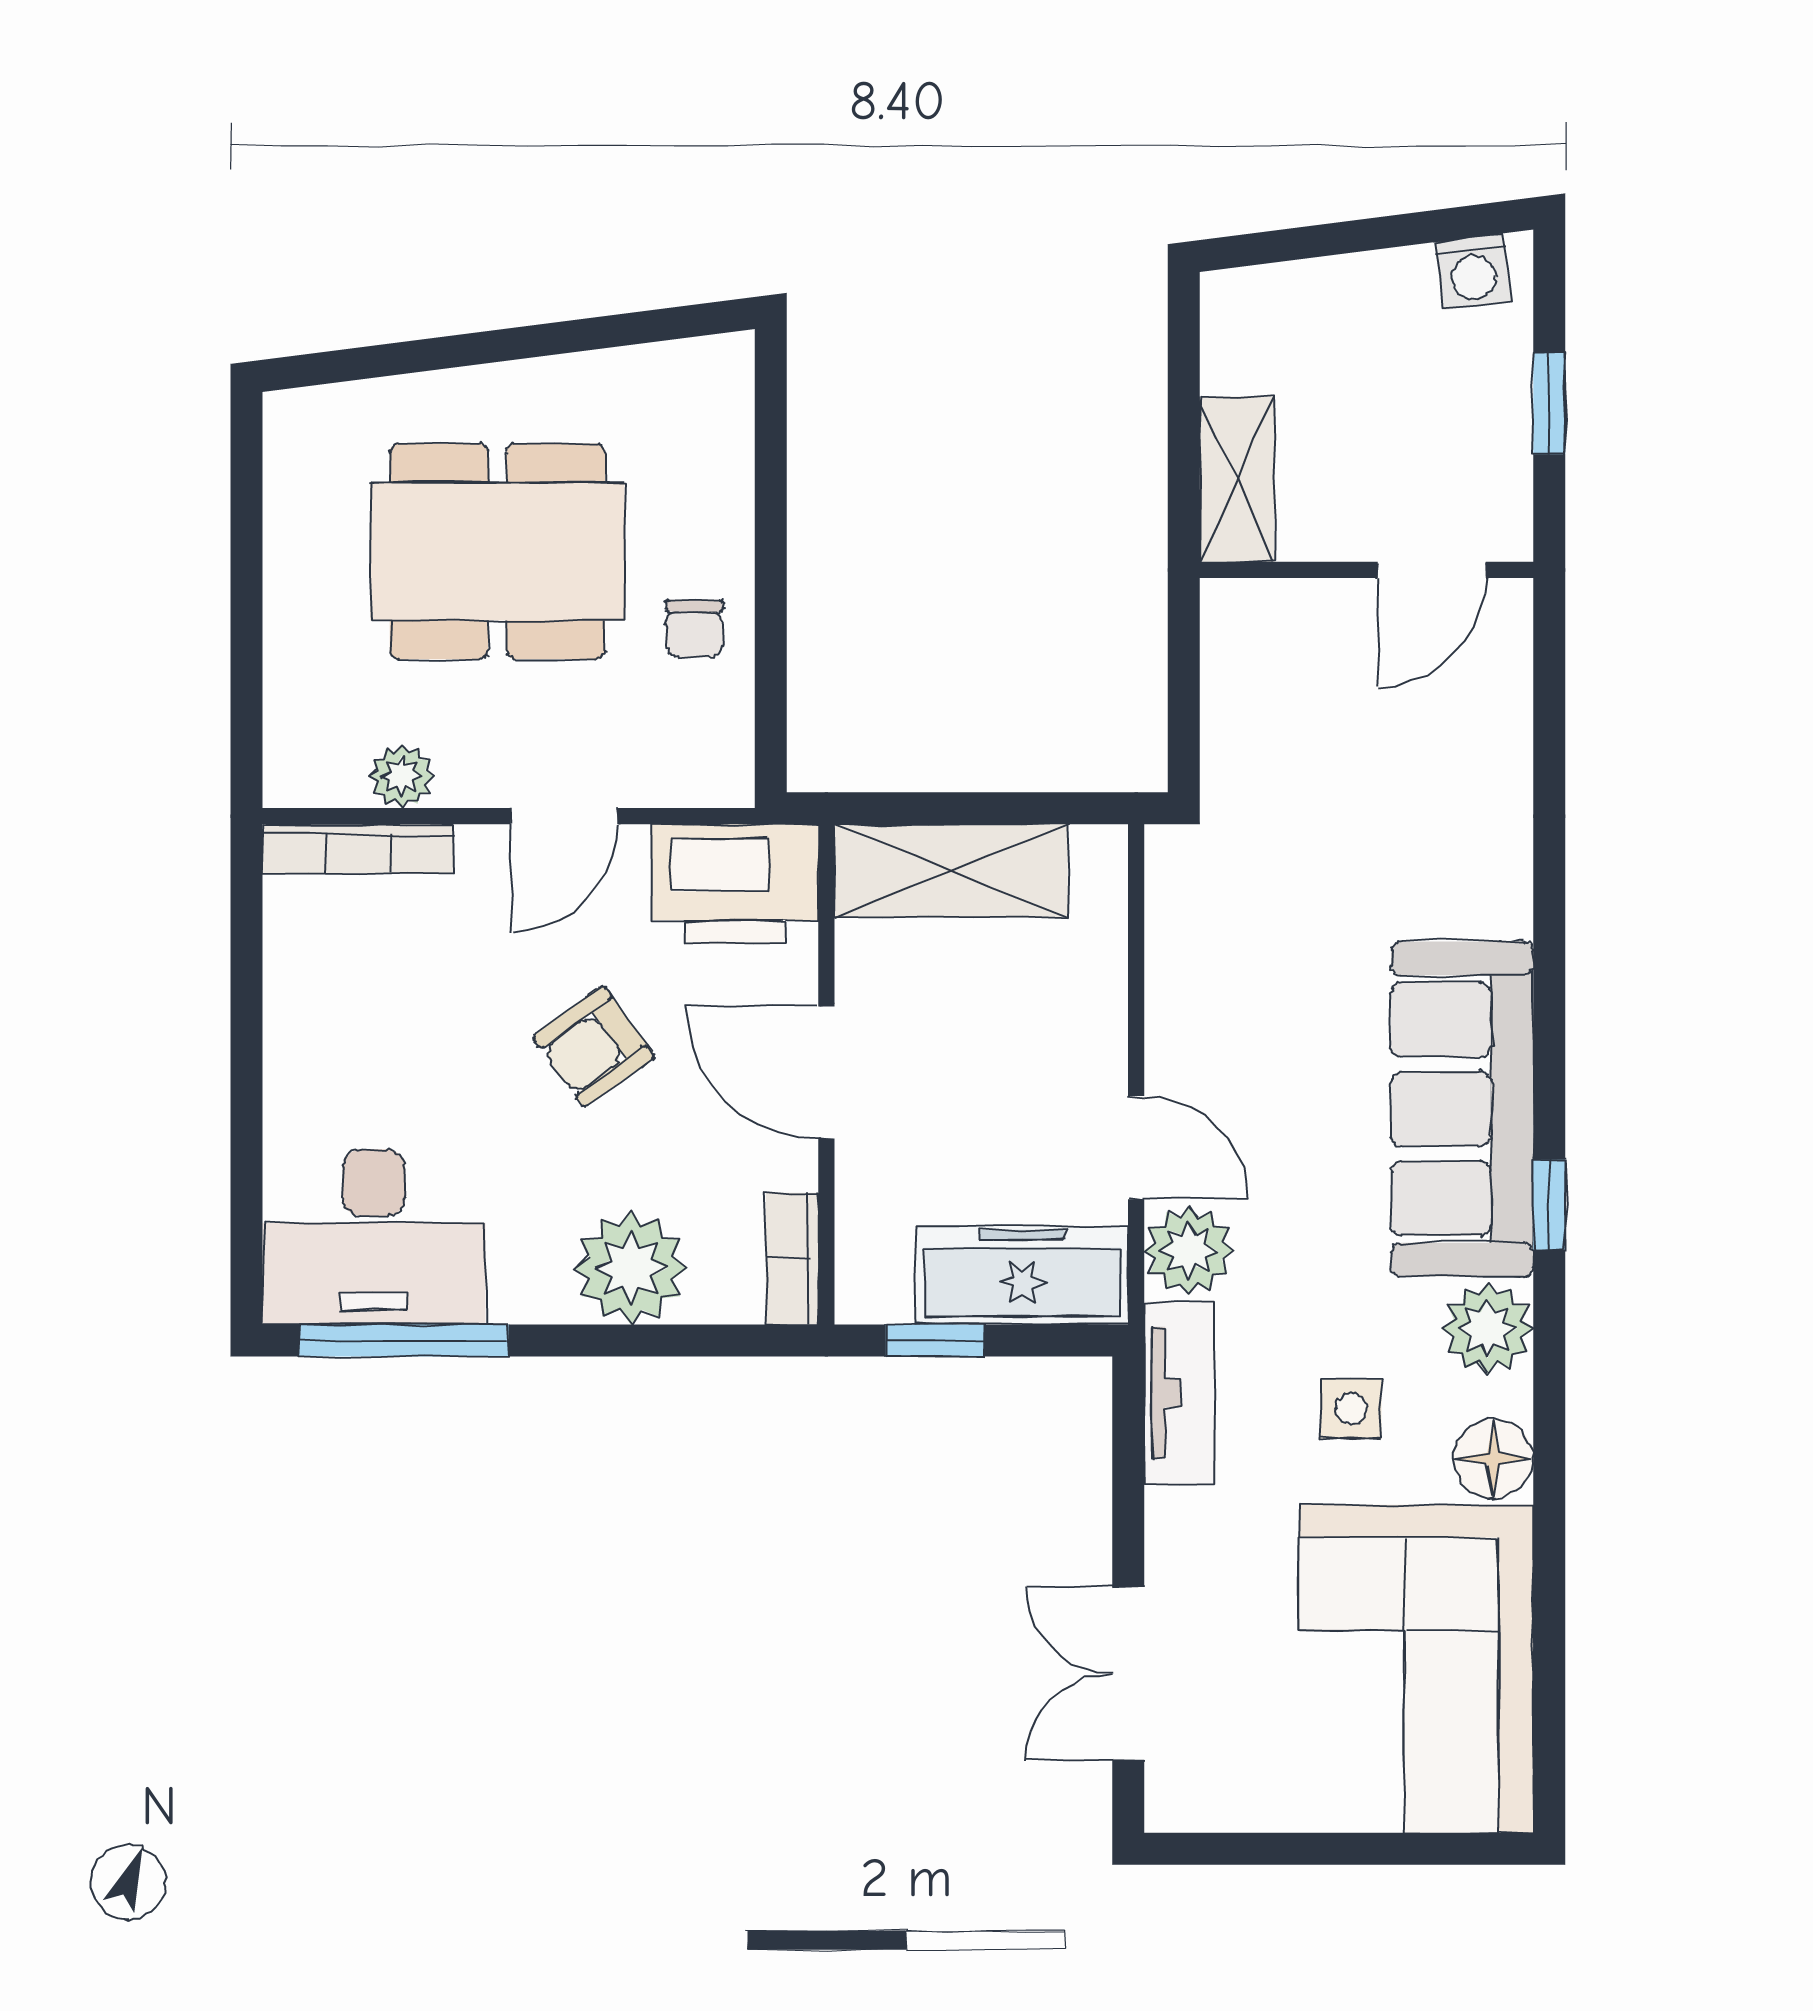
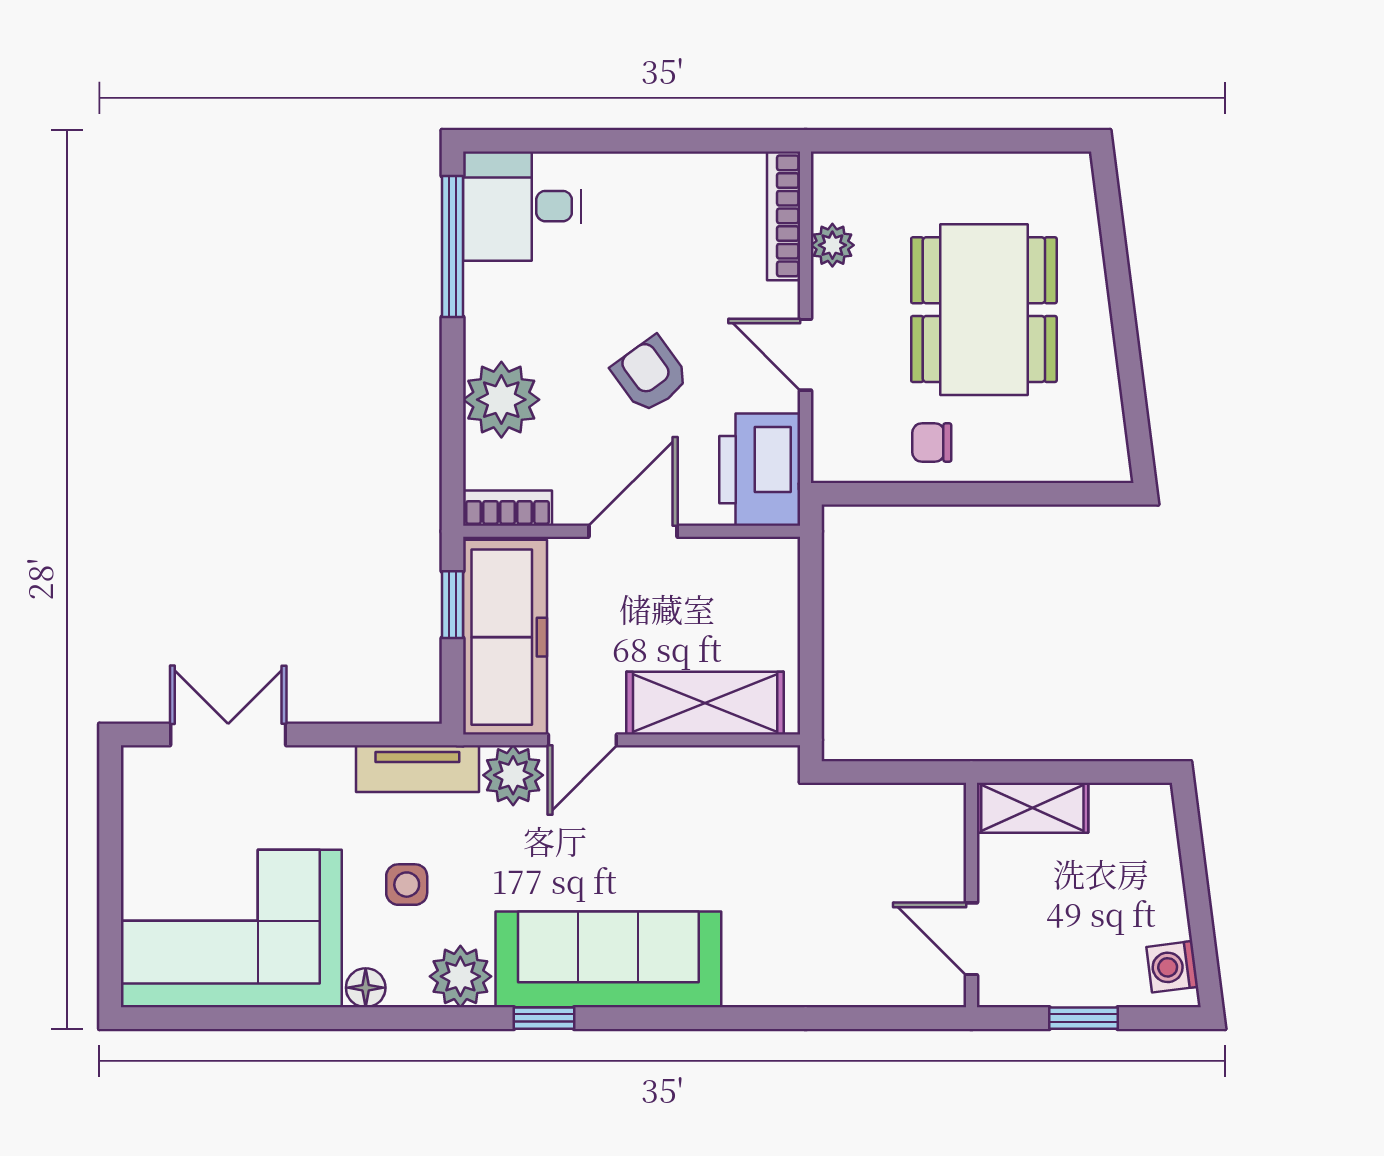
shelving: (951, 871) -> (705, 703), moved, turned 90
desk: (374, 1237) -> (522, 206), width x0.73
freezer: (1022, 1275) -> (505, 637), width x1.36, depth x1.26
floor lamp: (1493, 1459) -> (366, 988), width x0.73, depth x0.73

